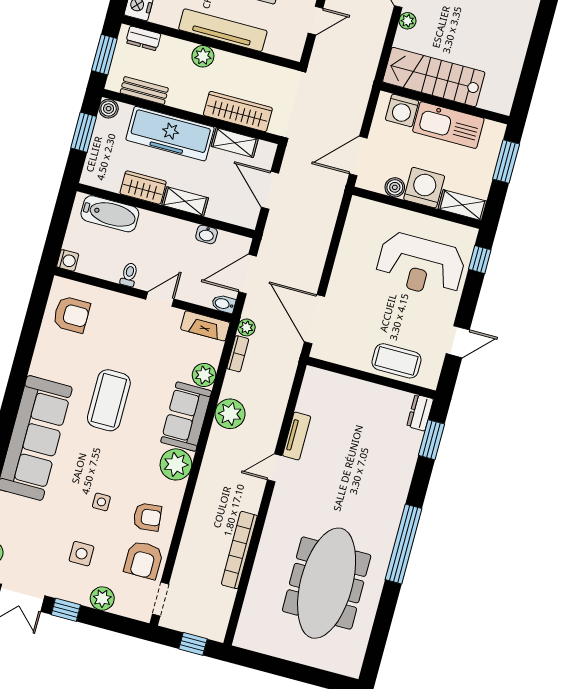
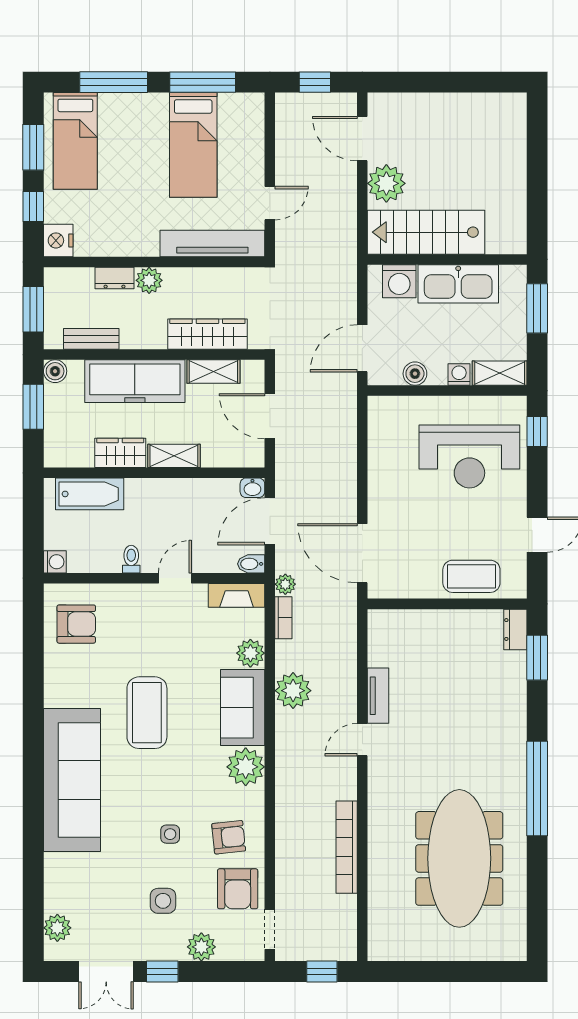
plant: (407, 21) -> (386, 183), width x1.87, depth x1.87
tv unit: (223, 30) -> (212, 243), moved
dresser: (143, 38) -> (115, 278), moved
washing machine: (424, 188) -> (459, 374), width x0.53, depth x0.53
washbasin: (207, 234) -> (252, 488), moved

